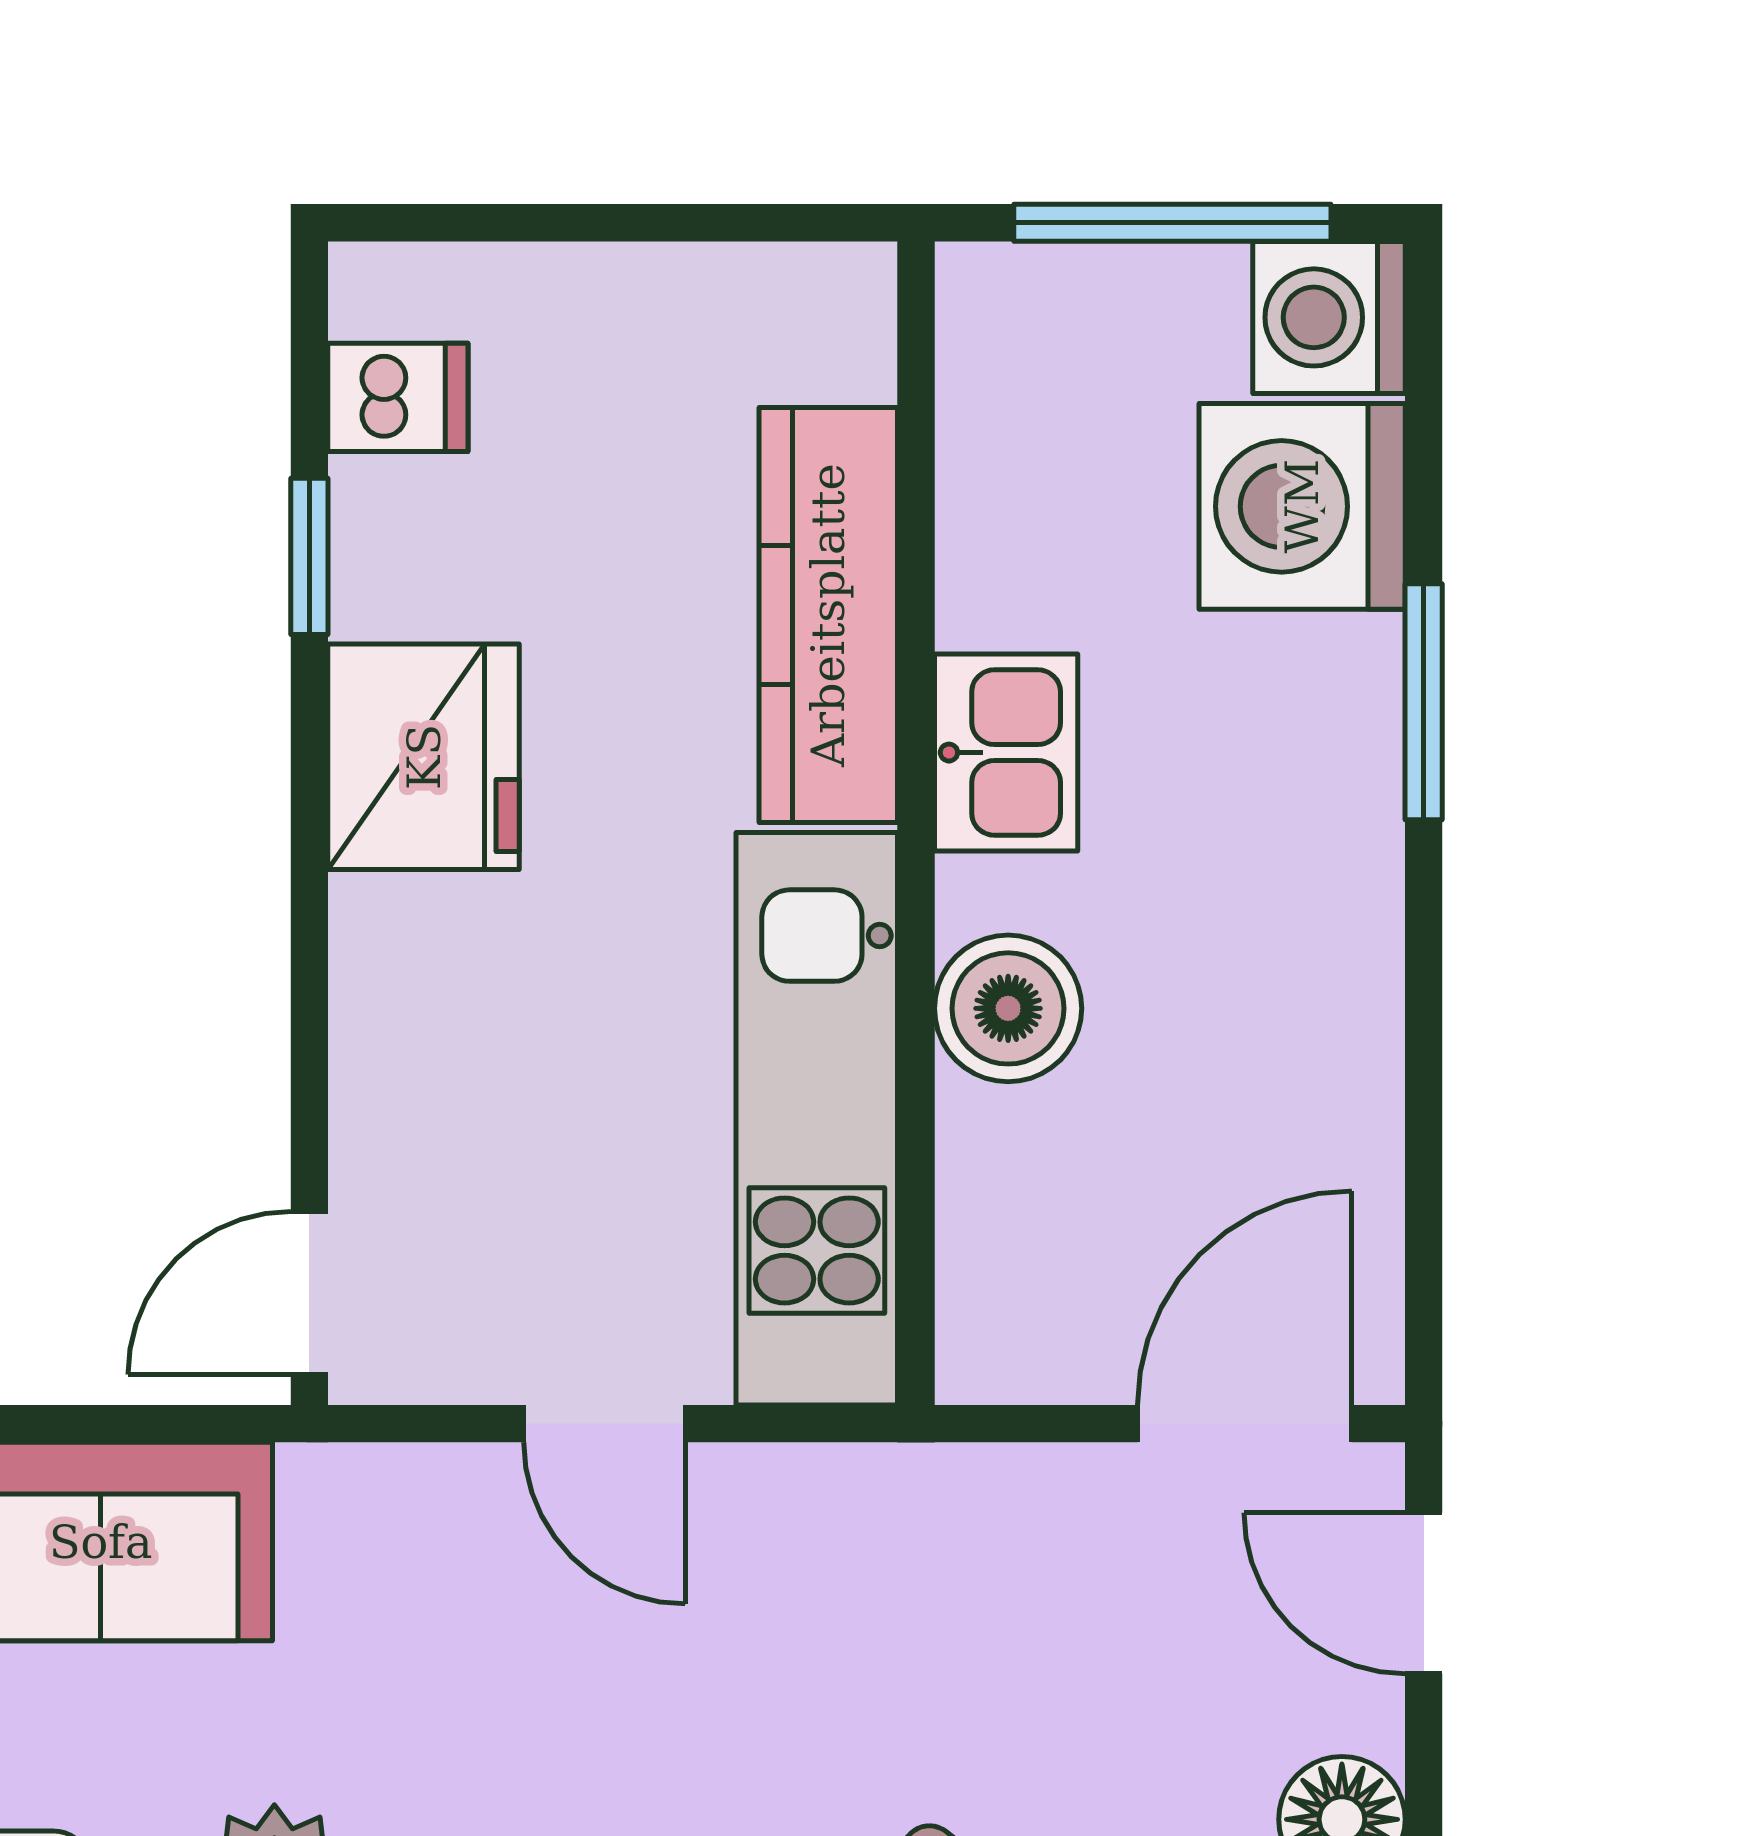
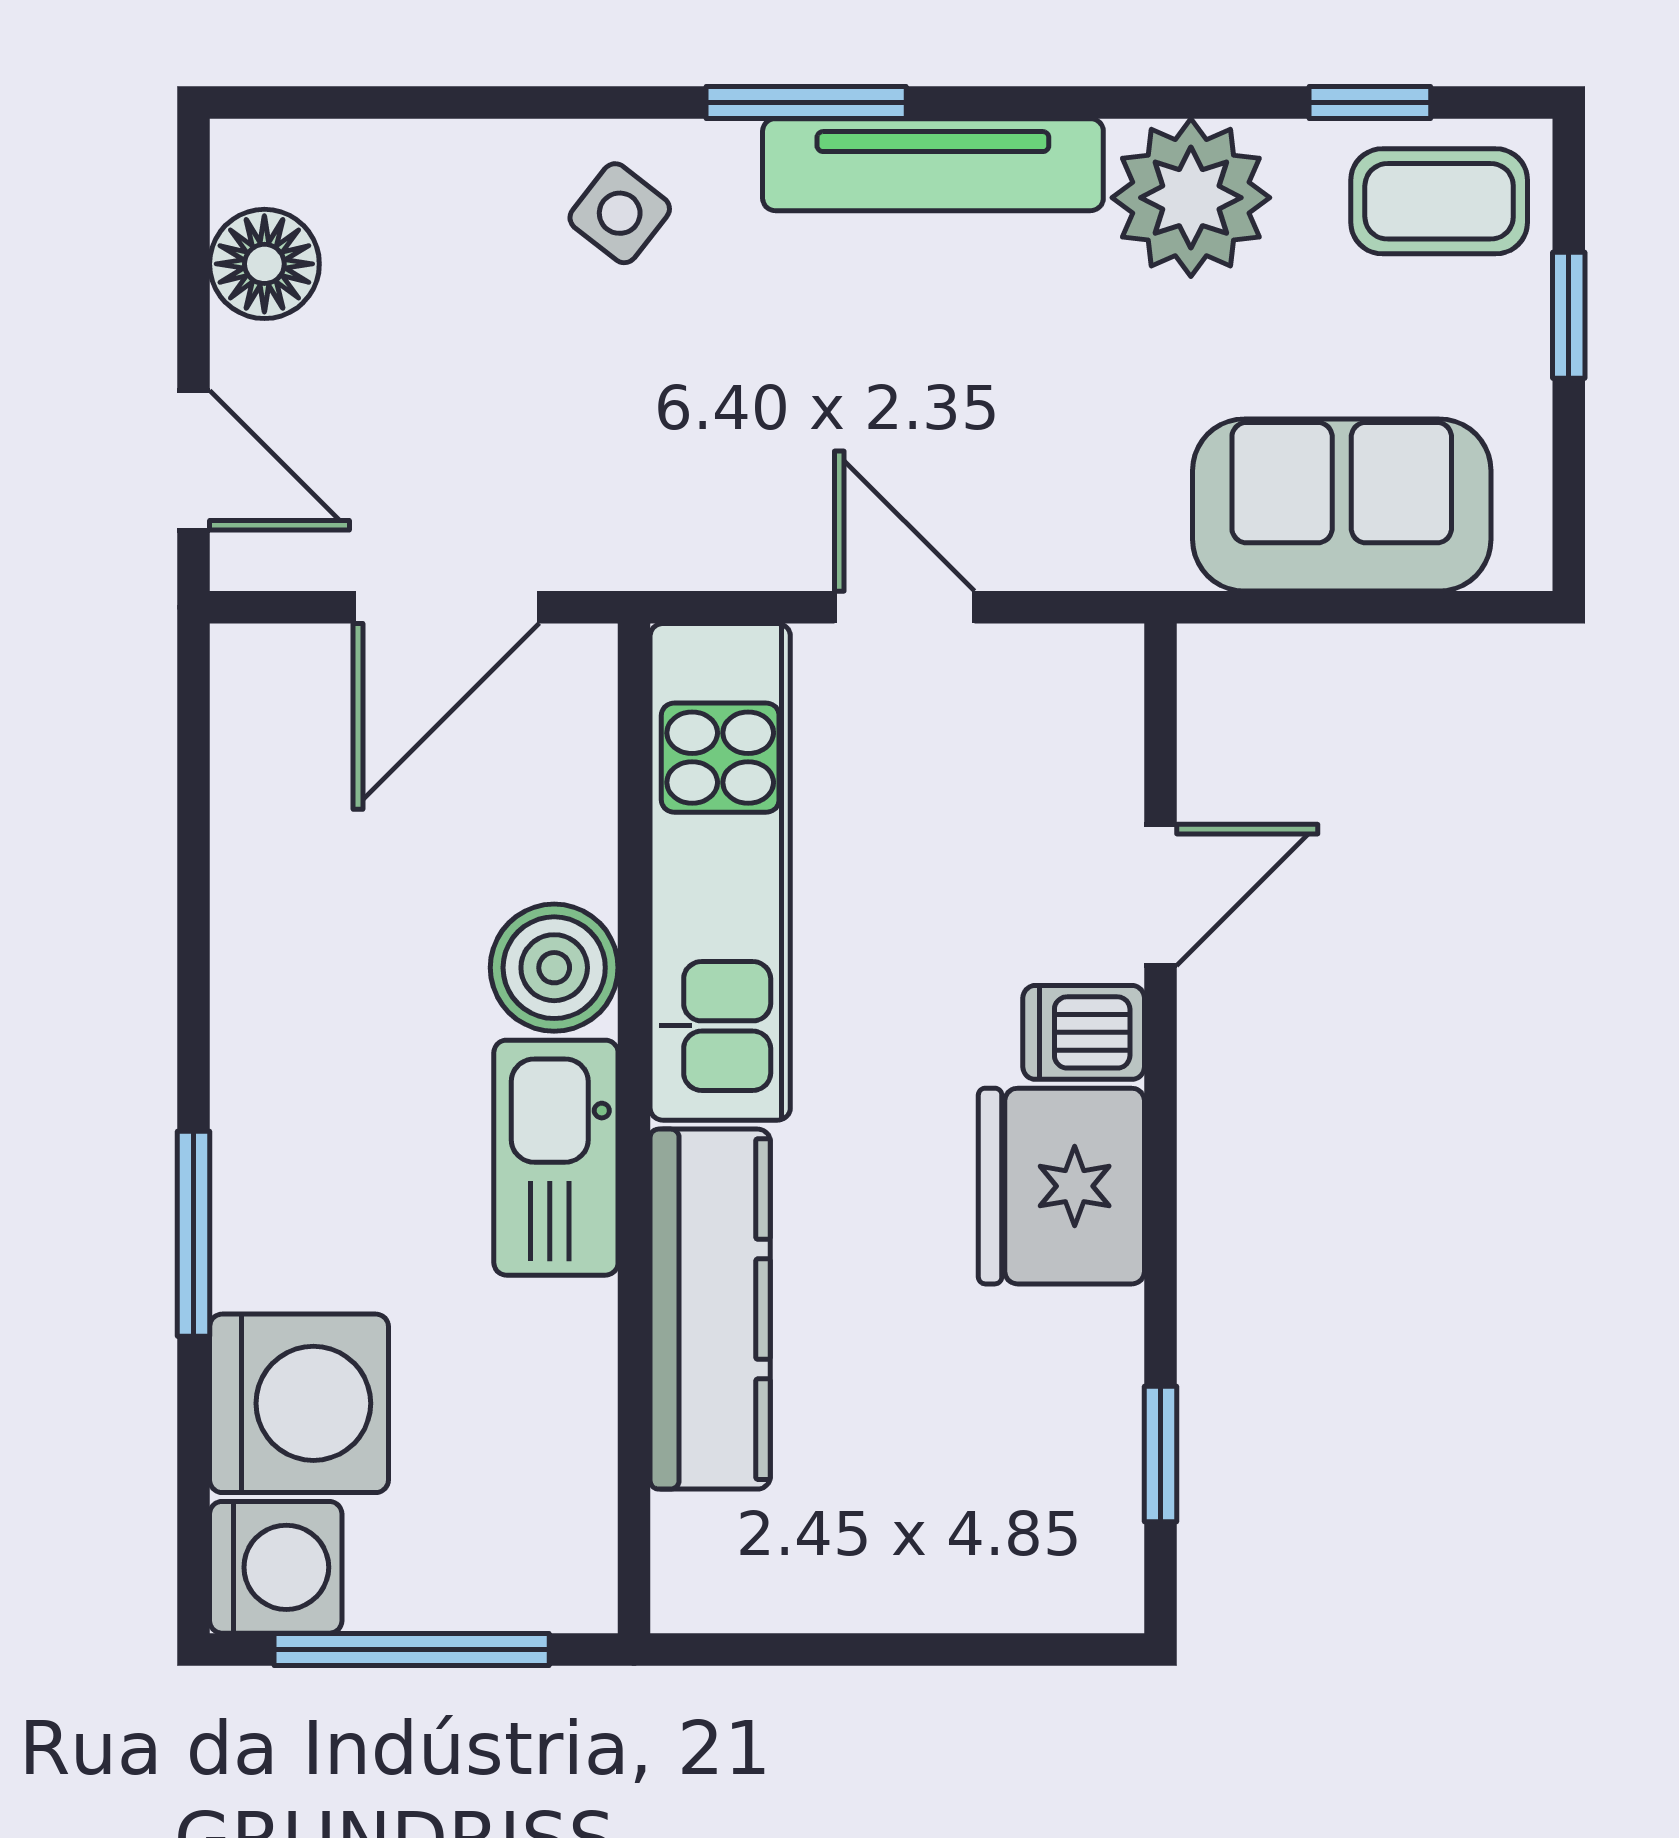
dishwasher: (398, 397) -> (1084, 1032), moved
window: (309, 556) -> (1160, 1454), moved
kitchen sink: (1006, 753) -> (556, 1158), width x1.38
door: (309, 1293) -> (1160, 895), moved
door: (1245, 1424) -> (446, 607), moved

